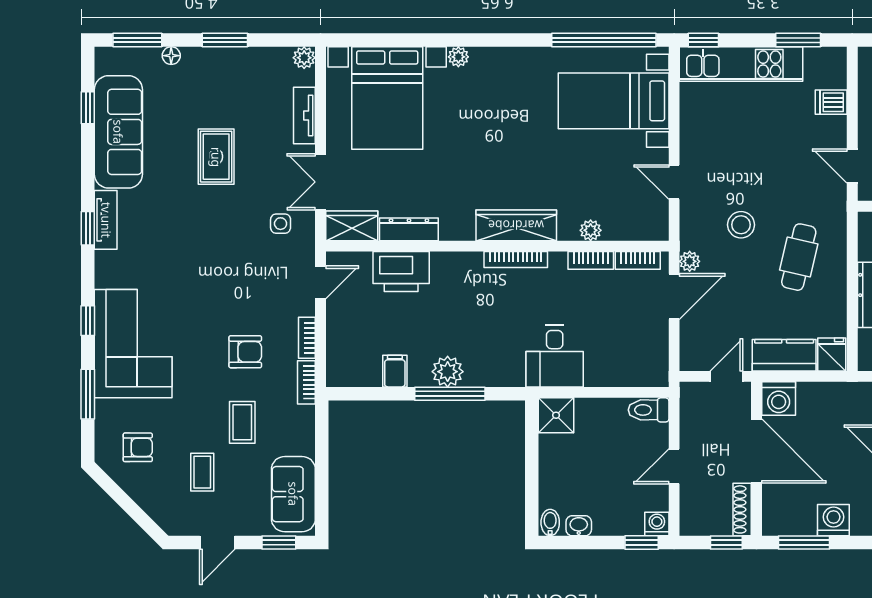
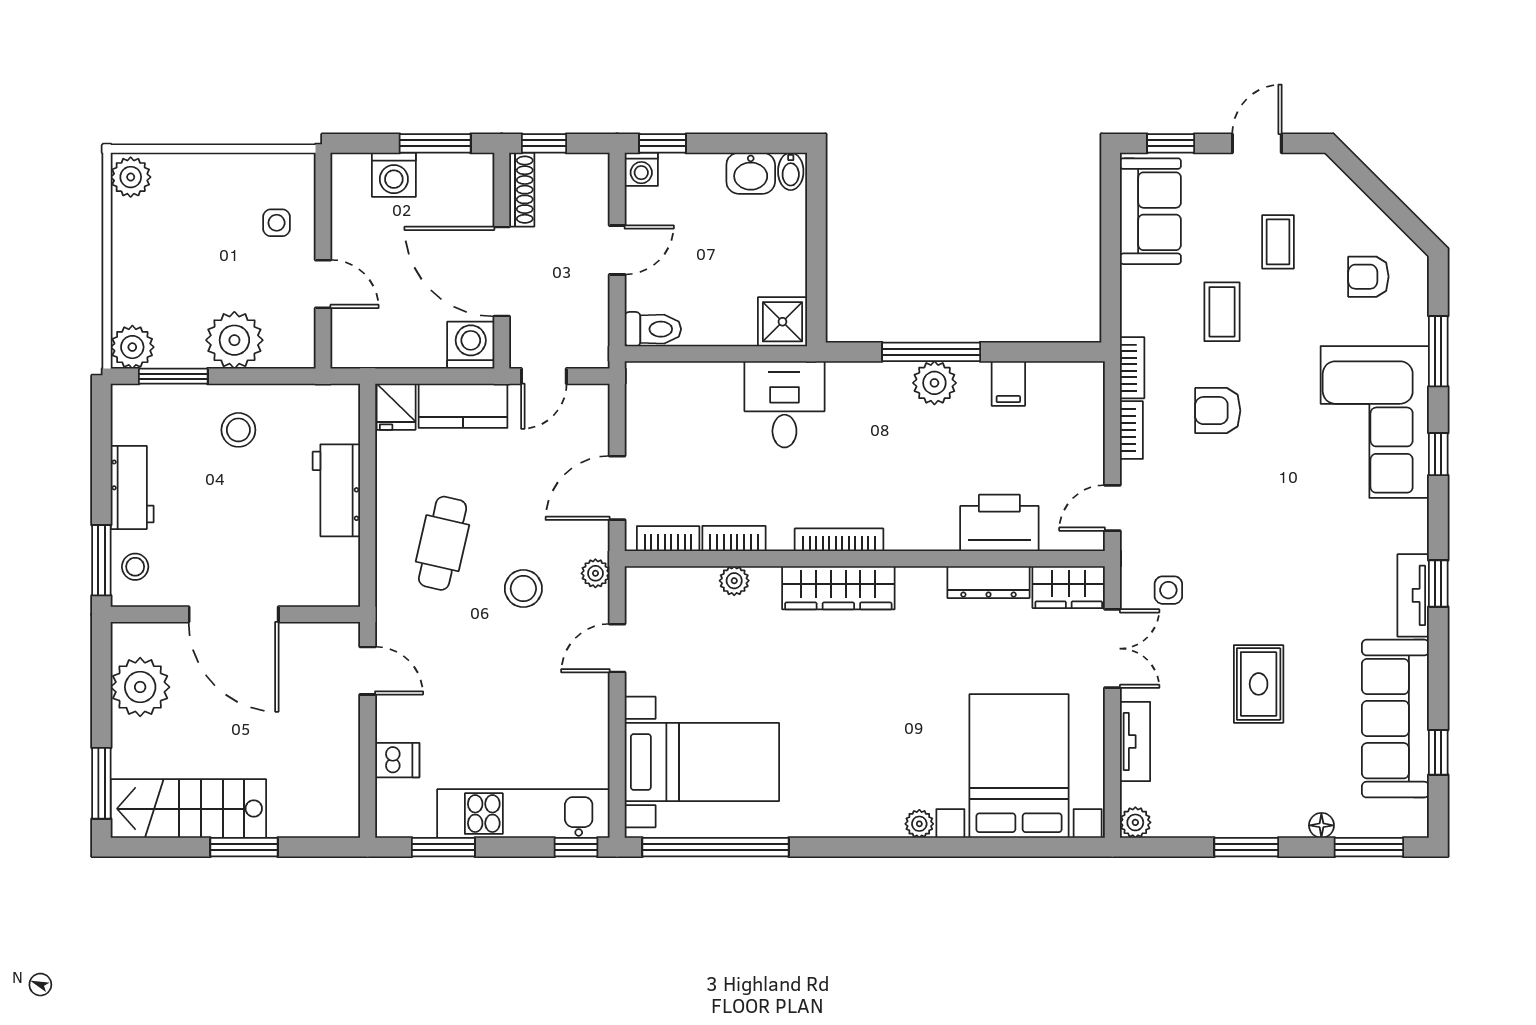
door: (674, 182) -> (617, 648), swing flipped
plant: (690, 261) -> (595, 573), moved
washbasin: (579, 526) -> (751, 173), width x1.38, depth x1.45

